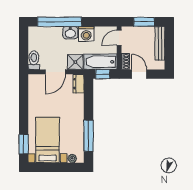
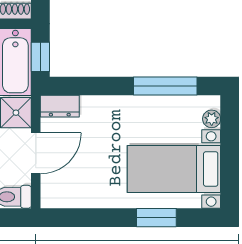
door: (55, 72) -> (36, 153), hinge flipped
window: (24, 144) -> (156, 218), moved

